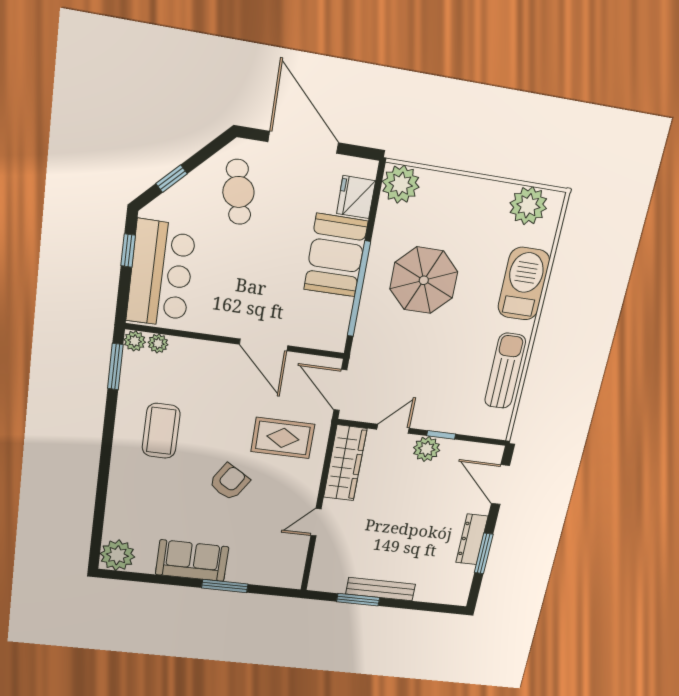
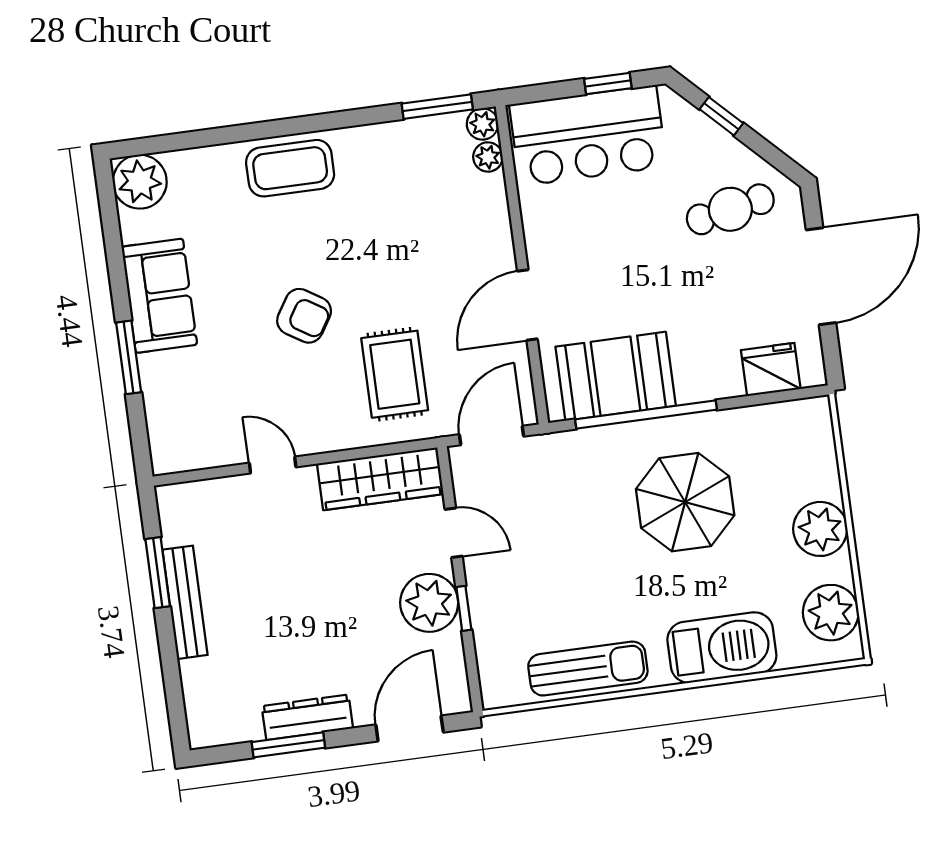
plant: (401, 184) -> (820, 529), moved
booth: (336, 255) -> (616, 376), moved
coffee table: (161, 431) -> (290, 168), moved
plant: (427, 449) -> (429, 603), width x1.36, depth x1.36

